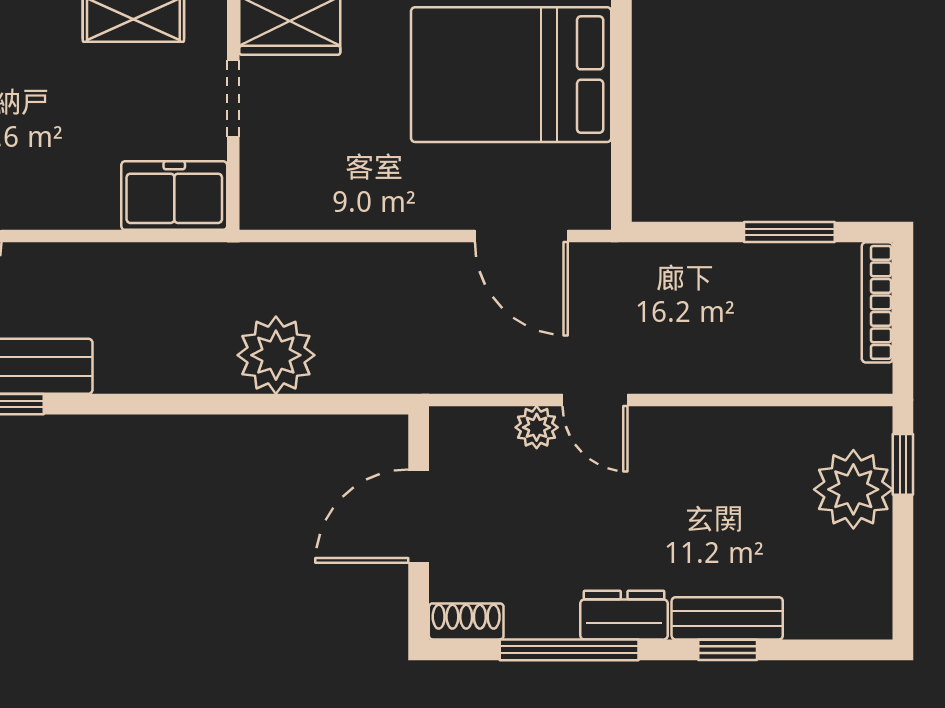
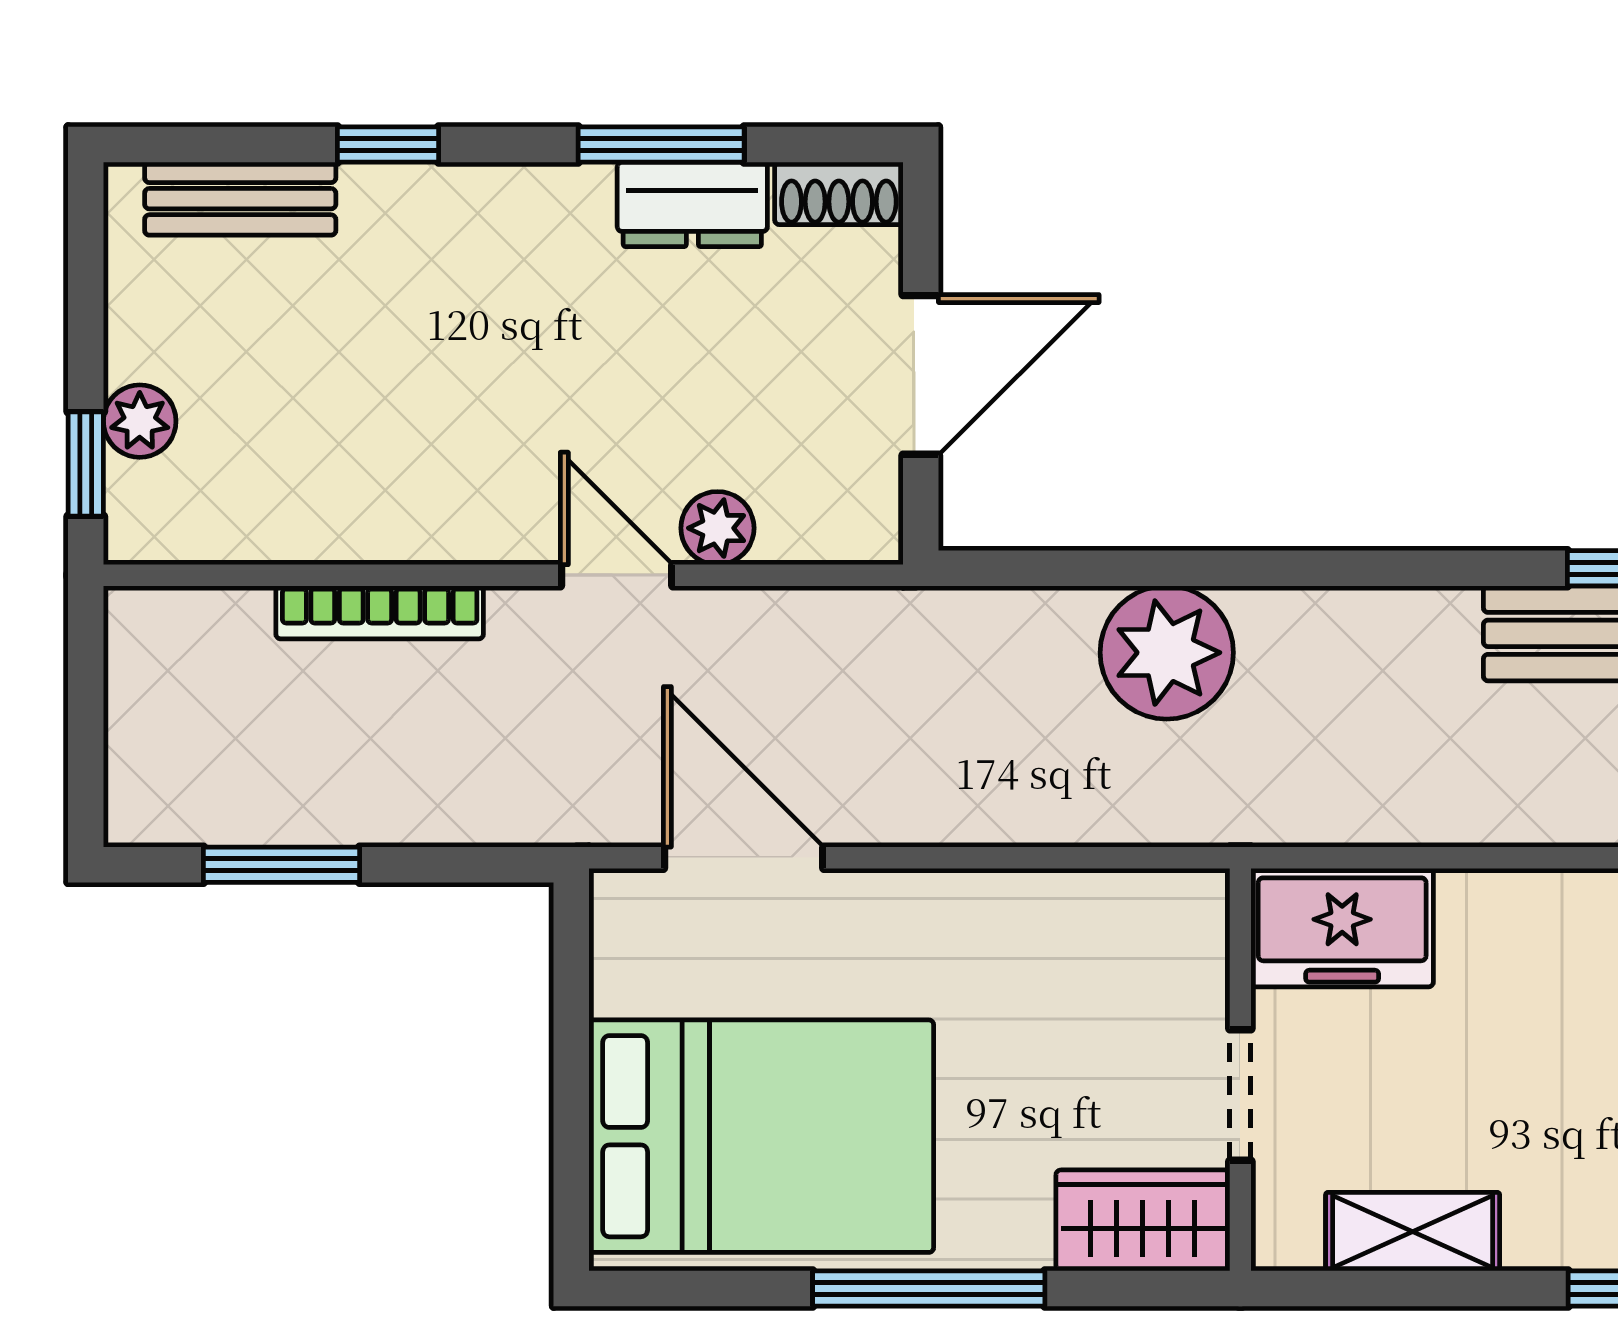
bookcase: (877, 302) -> (380, 612), moved, turned 90
plant: (853, 489) -> (140, 421), width x0.53, depth x0.53
dresser: (624, 615) -> (692, 204), moved
bench: (727, 618) -> (240, 199), moved
window: (569, 650) -> (661, 144), width x0.69

